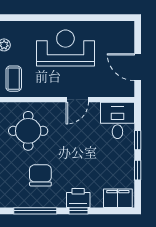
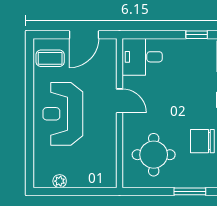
coffee table: (14, 79) -> (50, 58), moved
window: (138, 140) -> (164, 35), removed

